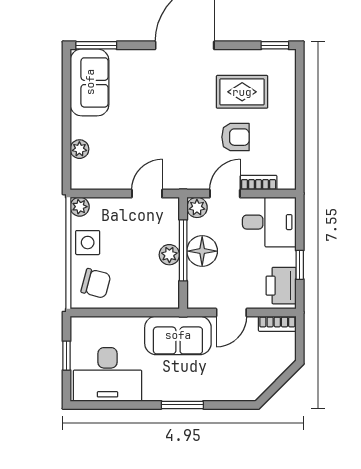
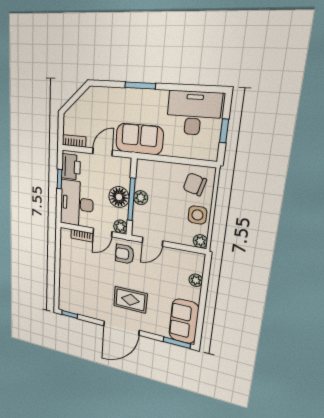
rug: (242, 92) -> (130, 300), moved
armchair: (236, 137) -> (125, 254), moved
desk: (269, 222) -> (77, 204), width x1.37

